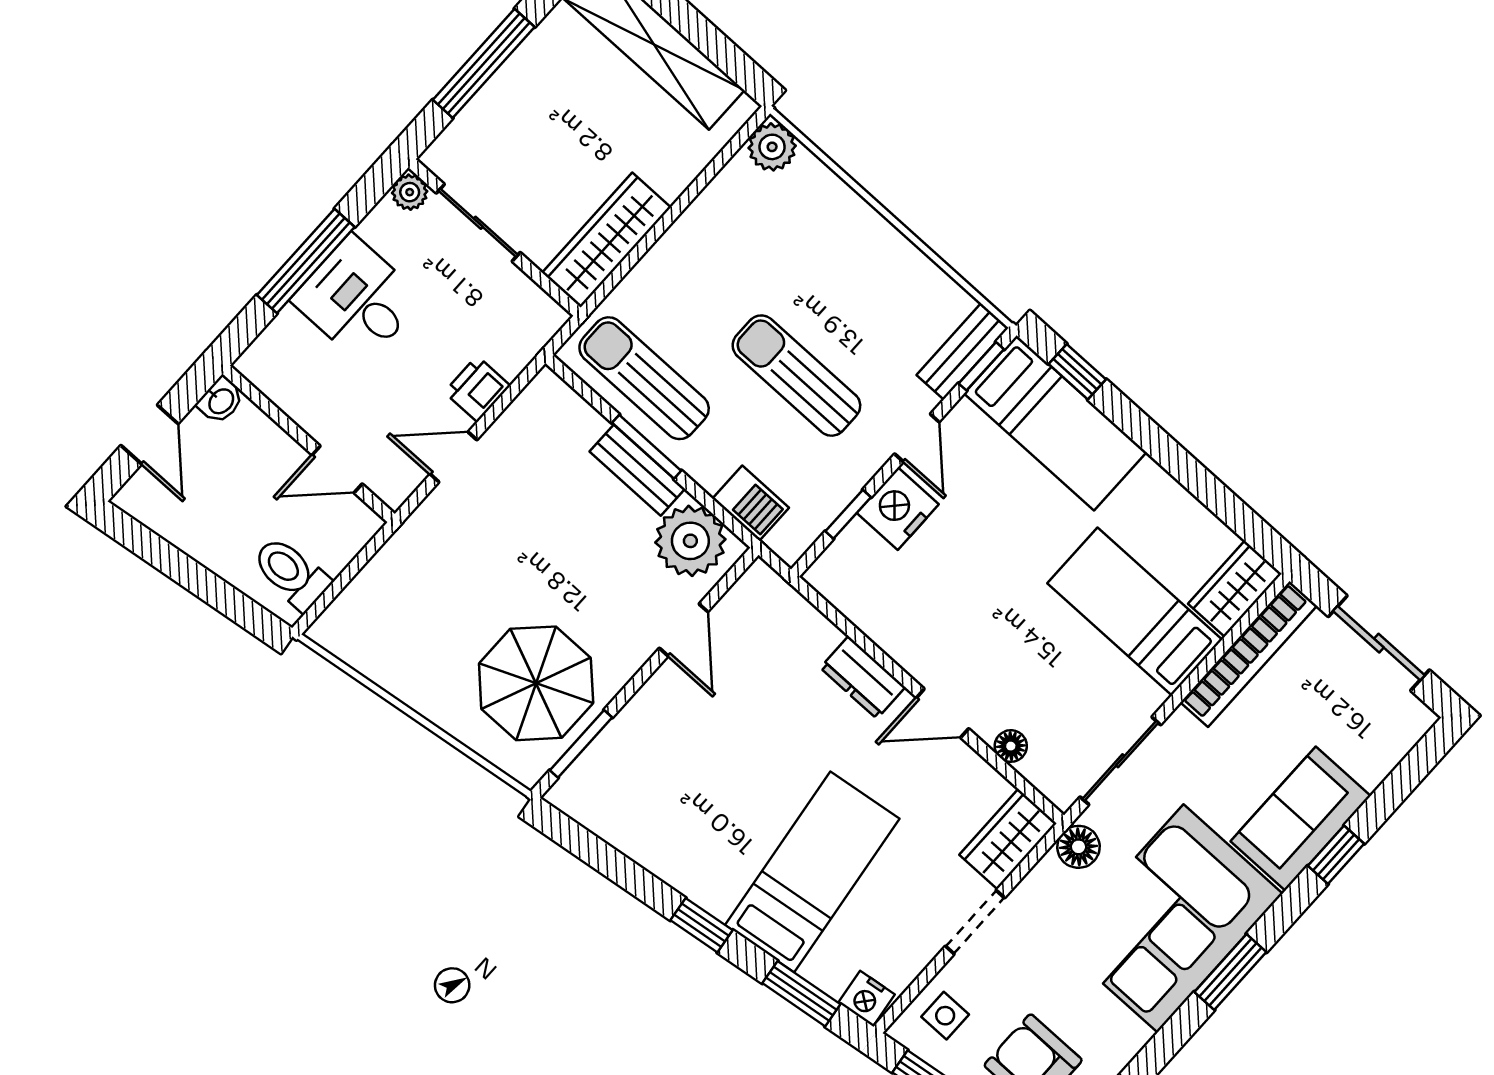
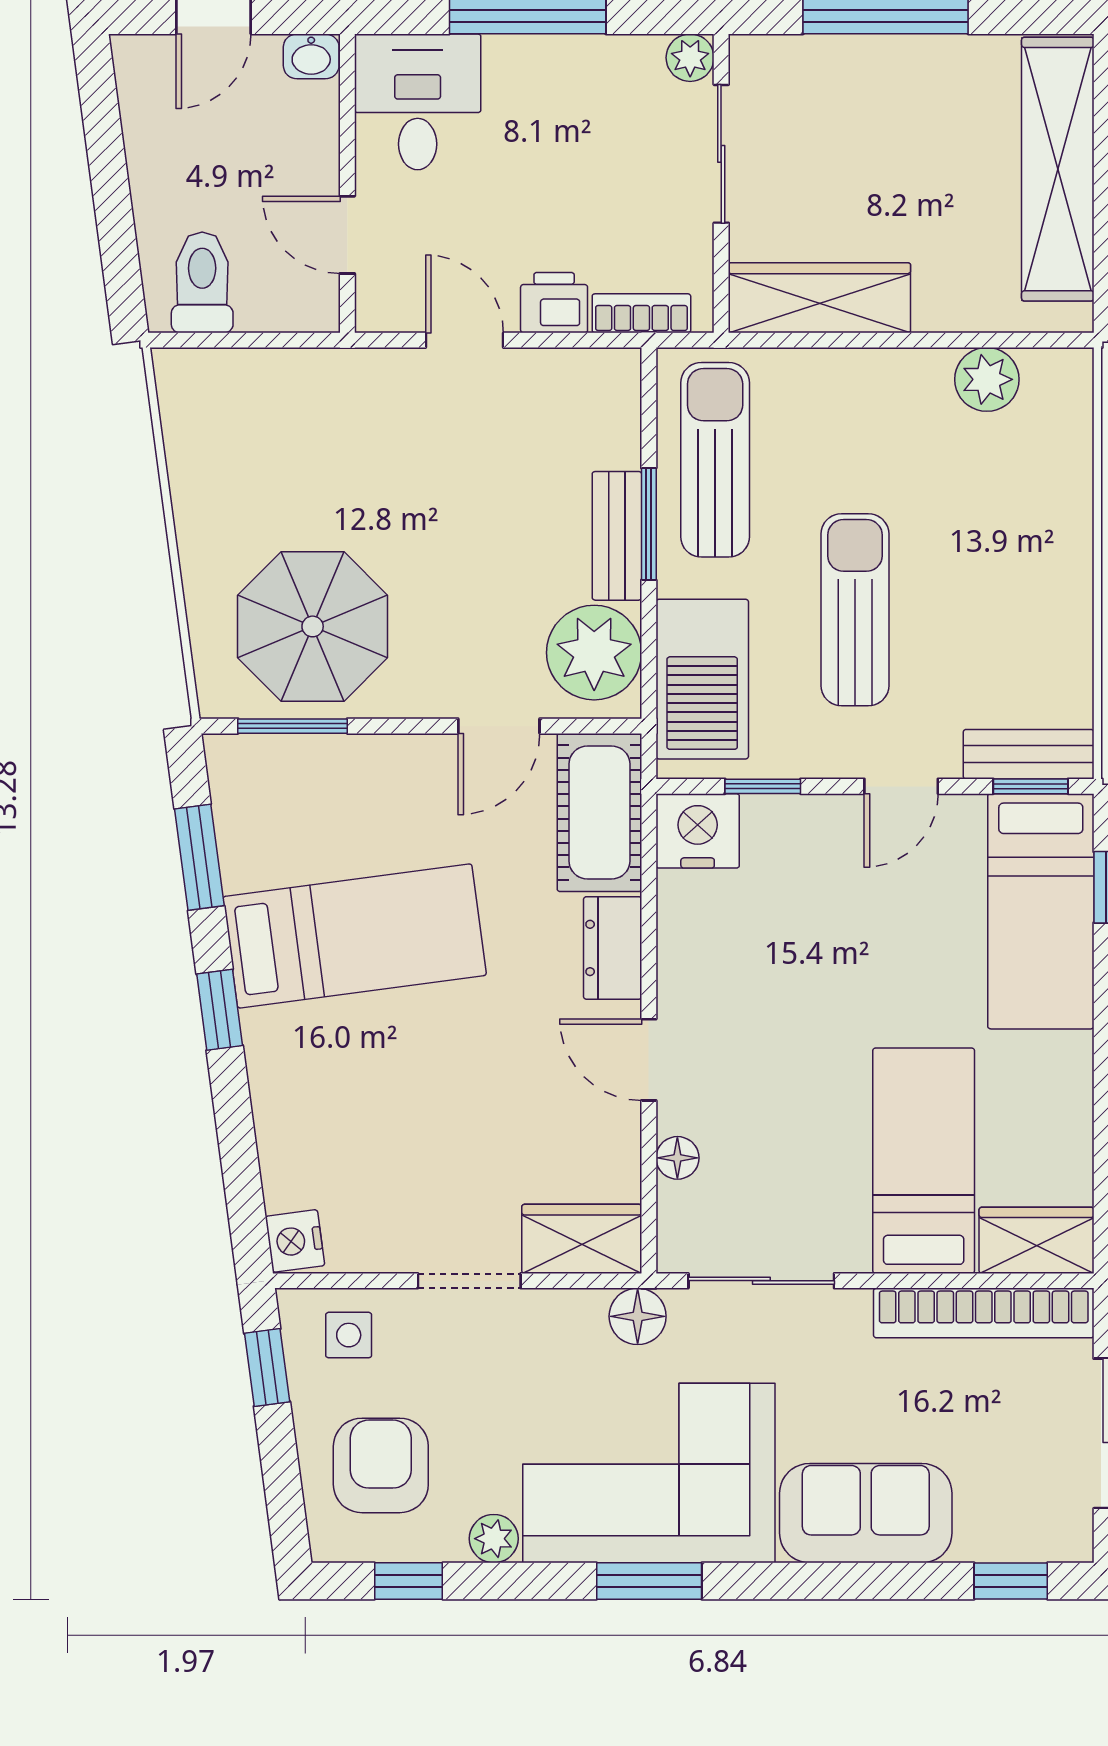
plant: (772, 147) -> (987, 379), moved
desk: (357, 299) -> (418, 102), moved
bookcase: (527, 346) -> (641, 313), added
barbecue: (751, 503) -> (702, 679), width x1.88, depth x1.53
nightstand: (898, 509) -> (698, 831), moved
cot: (781, 617) -> (599, 812), added
window: (1336, 855) -> (1011, 1581), moved
bed: (812, 872) -> (355, 936), moved
window: (801, 994) -> (199, 857), moved
plant: (1130, 1037) -> (494, 1539), added

